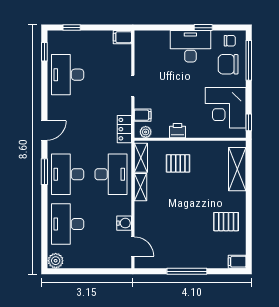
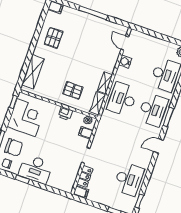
locker: (124, 129) -> (85, 176), moved
pallet: (226, 222) -> (53, 38), turned 90

